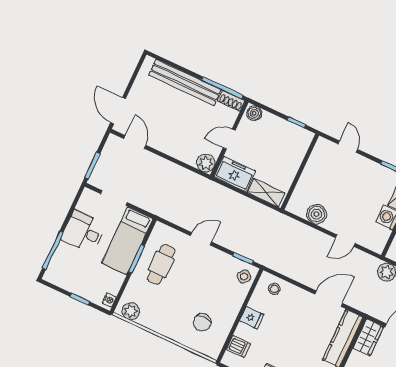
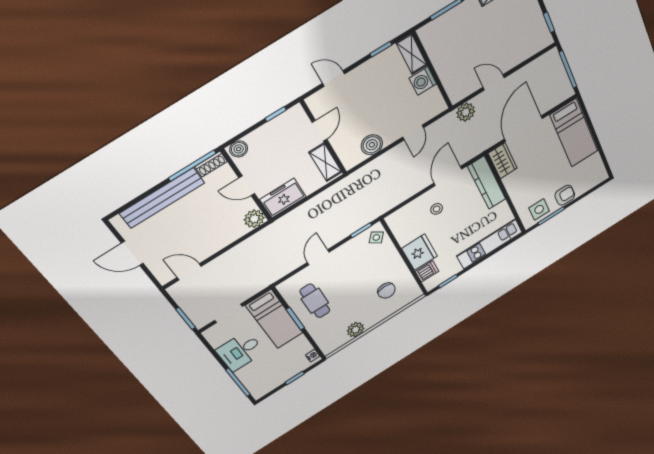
door: (118, 111) -> (132, 253), moved
door: (229, 139) -> (247, 186), hinge flipped
door: (303, 165) -> (319, 131), added
shelving: (266, 193) -> (325, 162), moved, turned 90
stool: (274, 289) -> (437, 209), moved
plant: (131, 311) -> (356, 330), moved
fridge: (252, 318) -> (420, 252), width x1.88, depth x1.34

